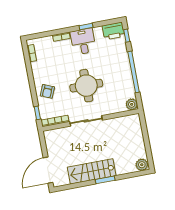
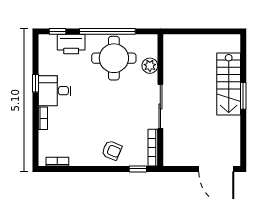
printer: (113, 31) -> (71, 44), moved, turned 90
round table: (86, 86) -> (114, 58), moved
plant: (132, 104) -> (150, 66), moved
plant: (142, 165) -> (232, 43), removed
stairs: (92, 171) -> (229, 84), moved

